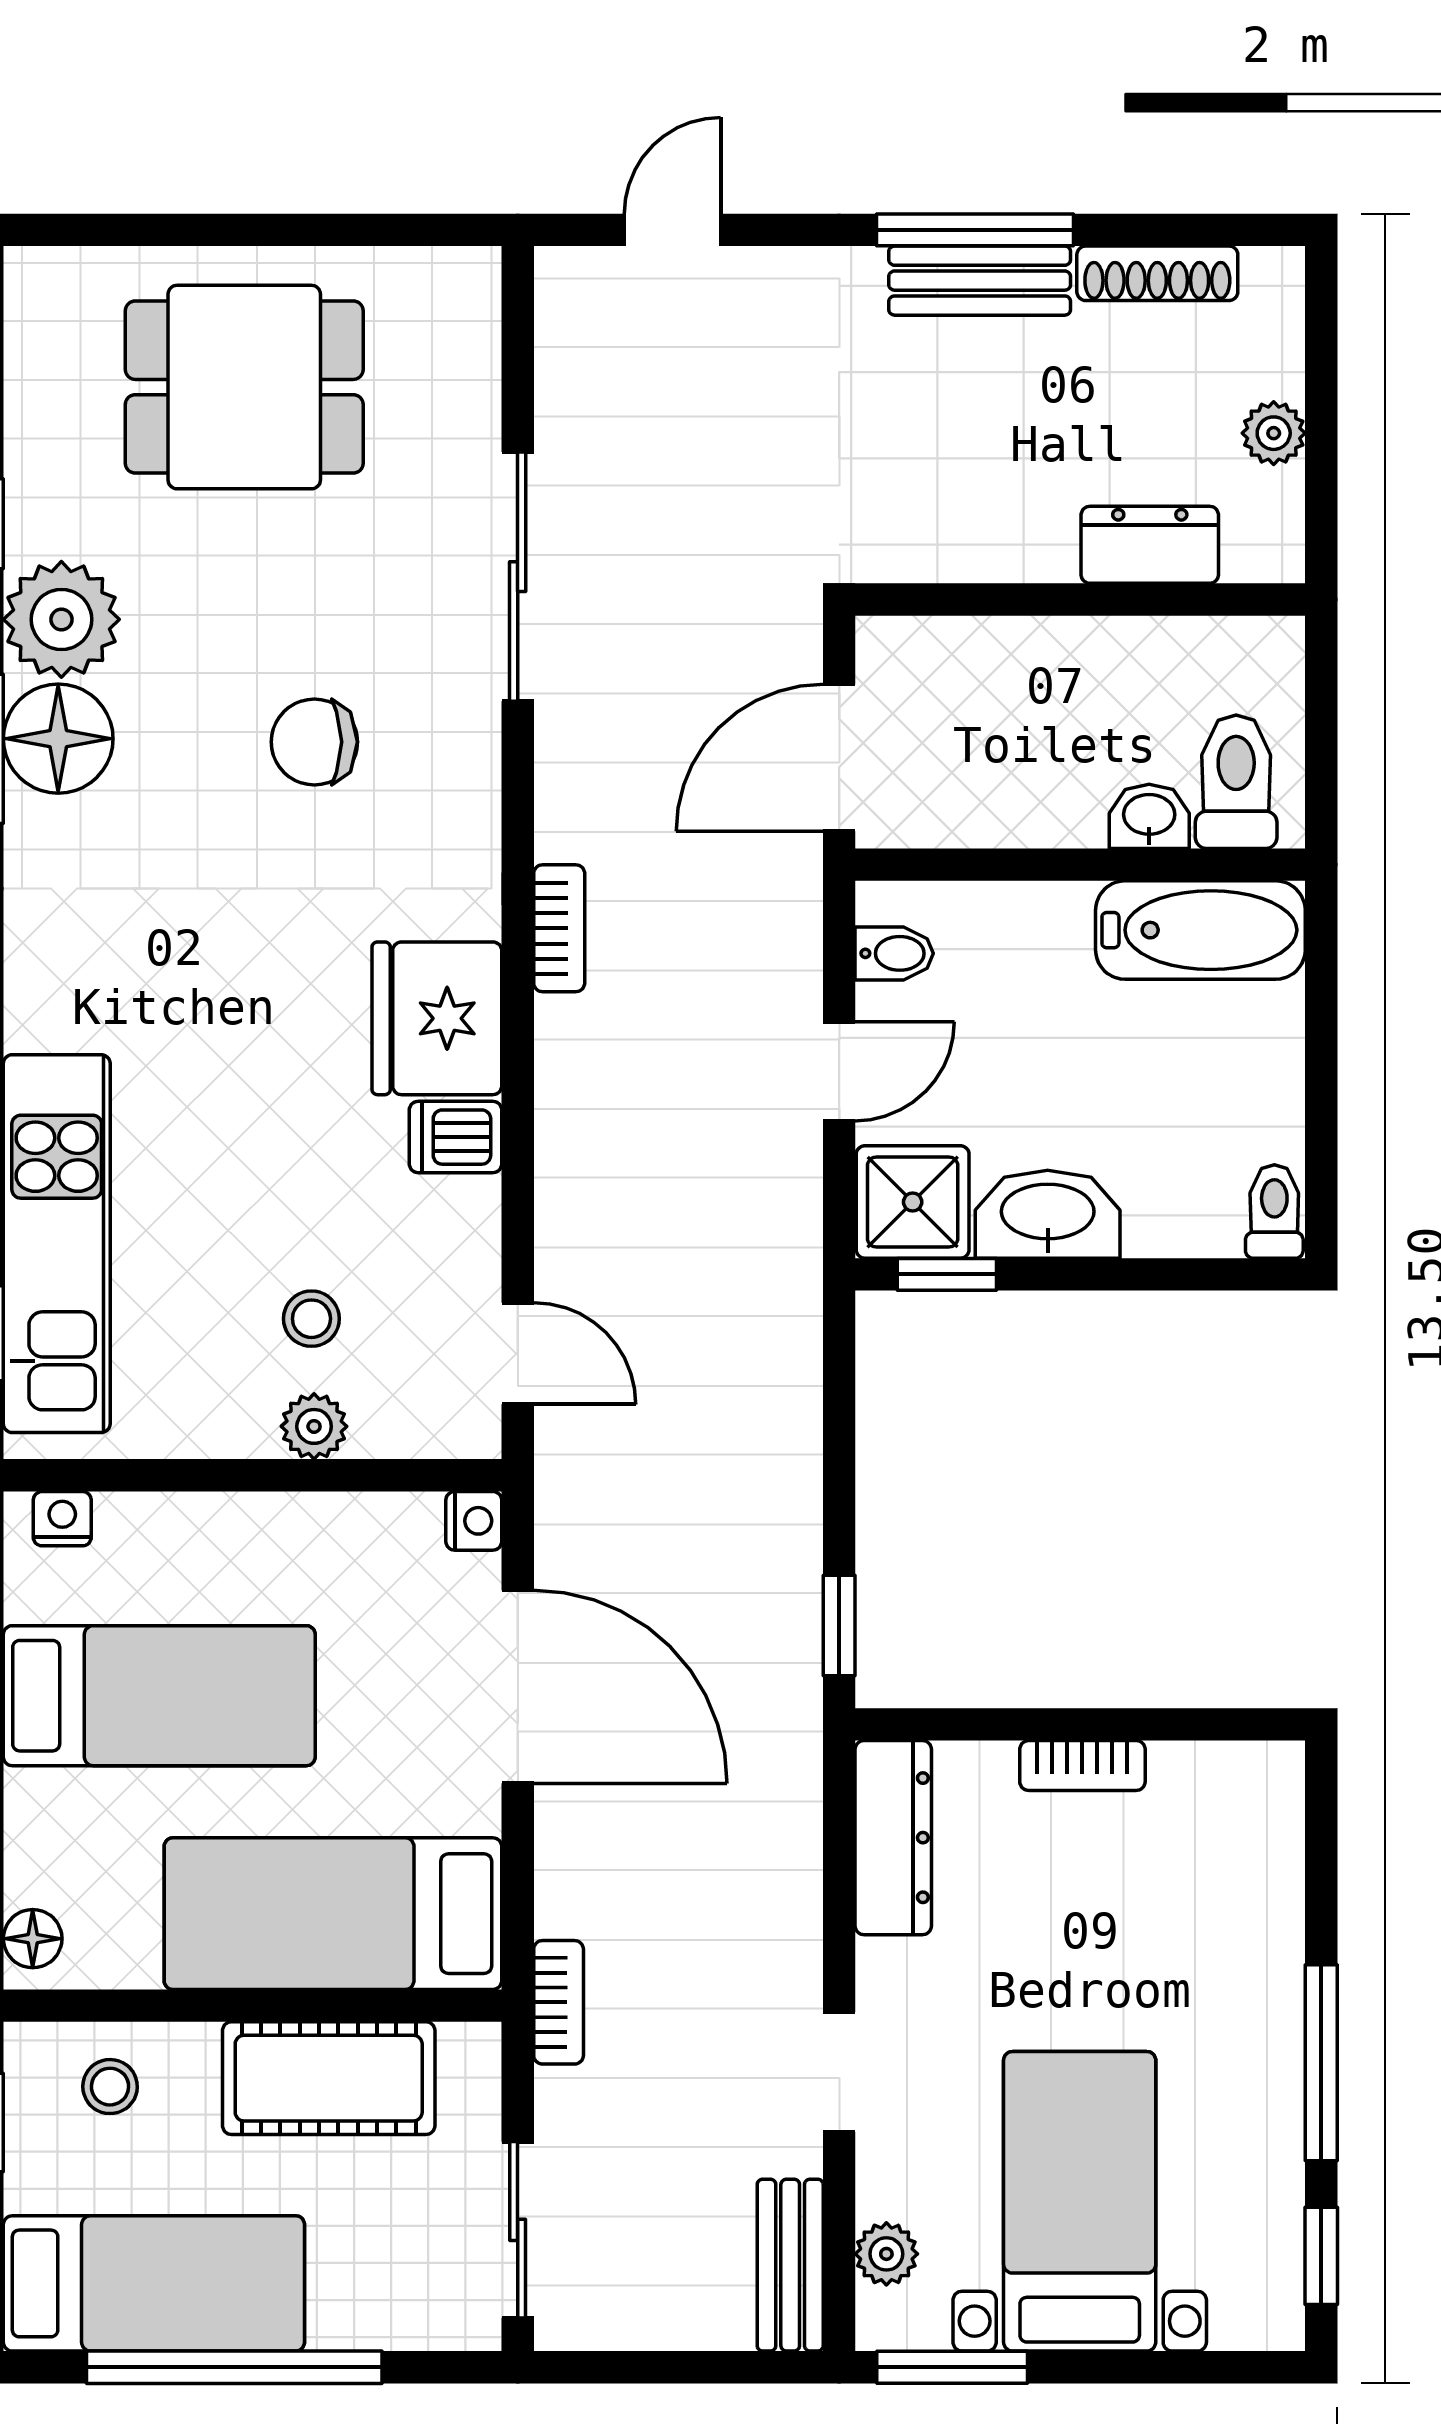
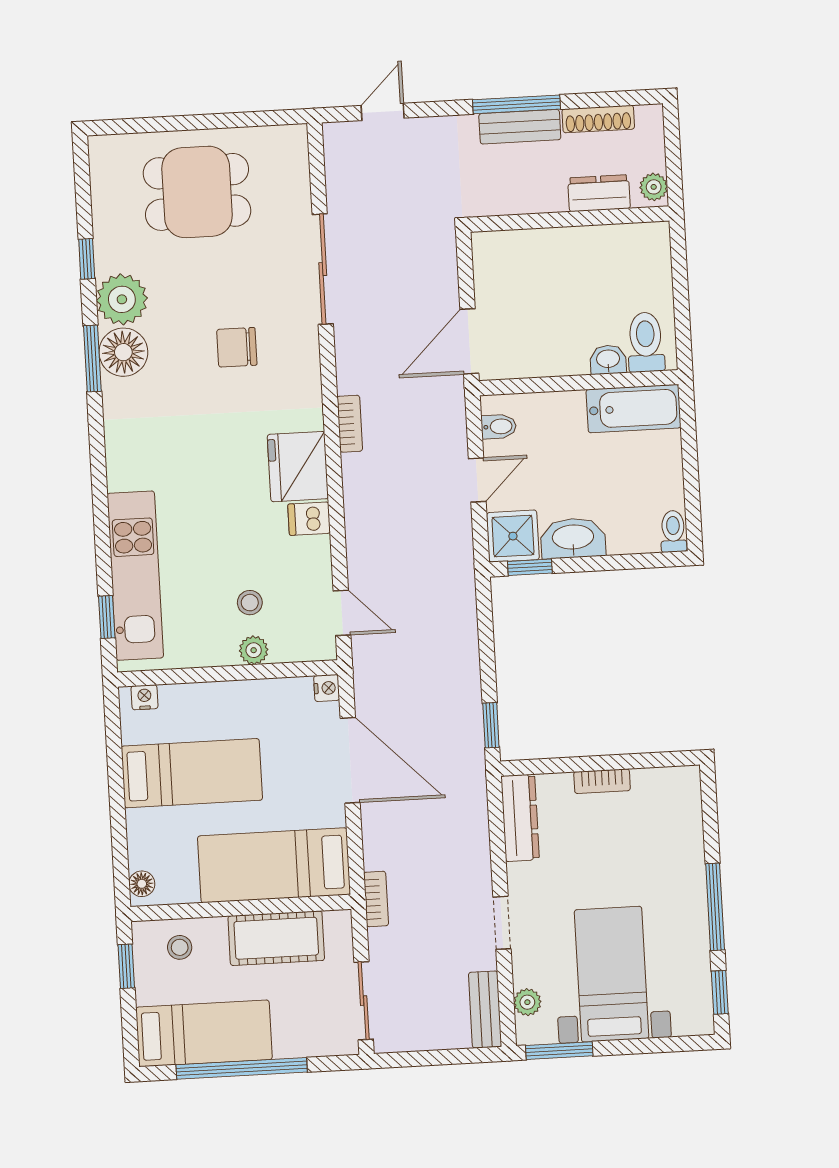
dresser: (1150, 545) -> (599, 193), moved
wall: (1080, 599) -> (570, 219), moved

